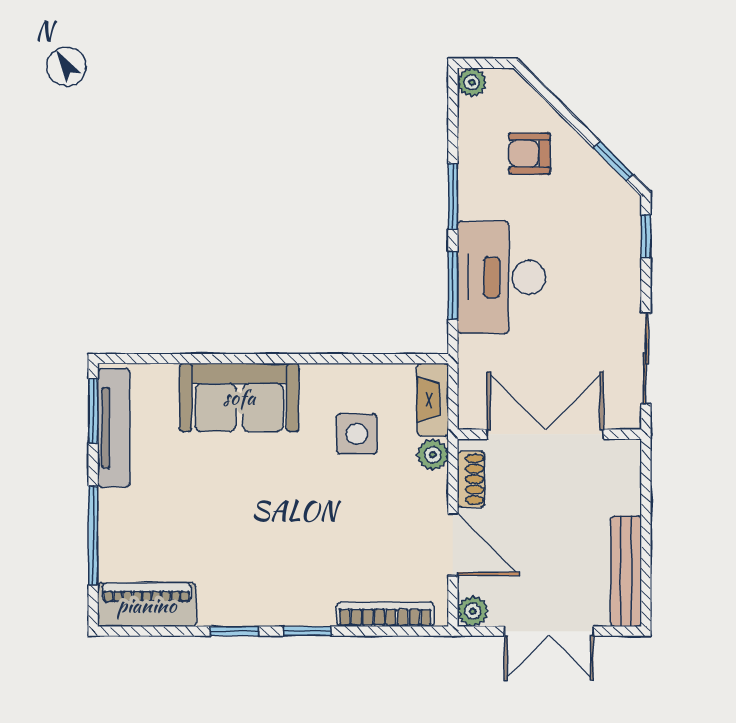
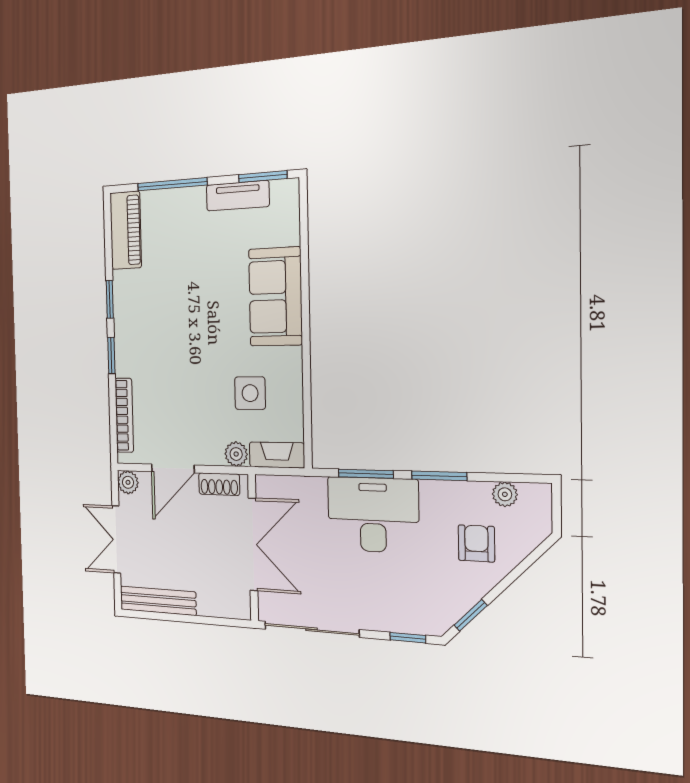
plant: (472, 82) -> (505, 494), moved
sliding door: (646, 358) -> (311, 629), width x1.37
tv unit: (114, 428) -> (238, 196), width x0.71

